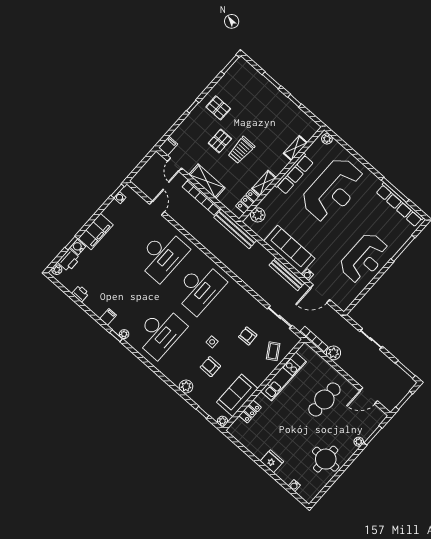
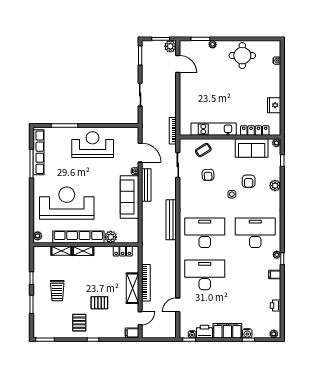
trolley: (241, 150) -> (57, 291), moved, turned 90
row of seats: (294, 174) -> (78, 237), width x1.36
shelving: (264, 183) -> (83, 251), moved
plant: (258, 215) -> (111, 237), moved
bench: (235, 229) -> (171, 220), moved
printer: (69, 260) -> (205, 332), moved
plant: (333, 353) -> (170, 46), moved
cafe table: (324, 400) -> (205, 90), removed
locker: (250, 412) -> (255, 131), width x1.53
fridge: (272, 461) -> (274, 105), moved

